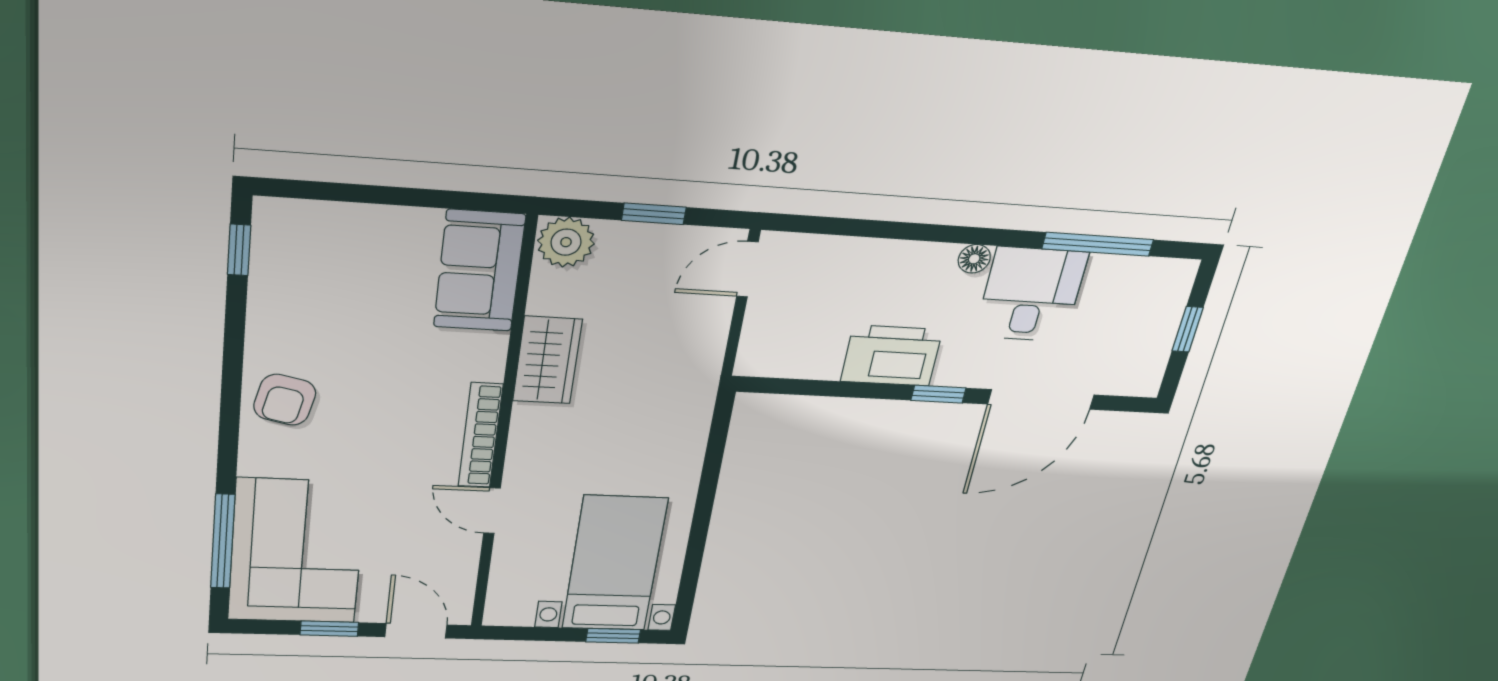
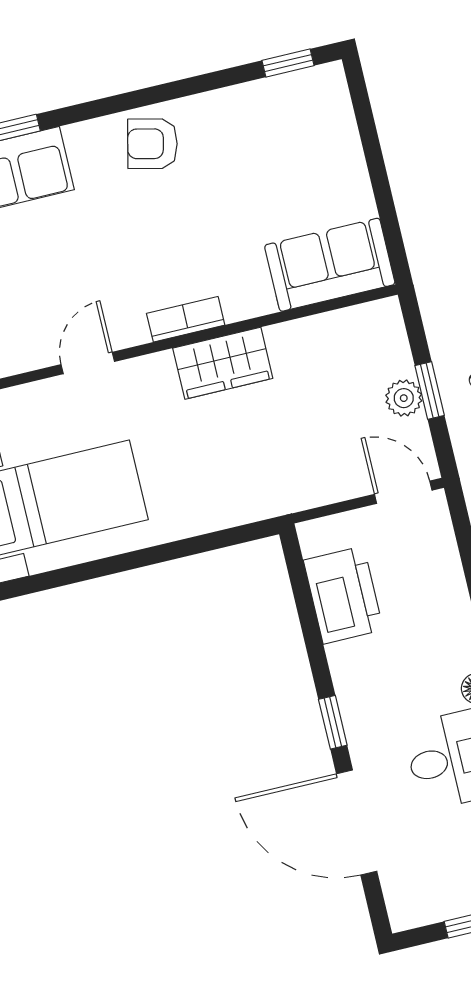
plant: (566, 242) -> (404, 398), moved, width x0.73, depth x0.73
printer: (891, 356) -> (343, 595), moved
wardrobe: (547, 360) -> (223, 363), moved
bookcase: (480, 435) -> (186, 319), width x0.64

